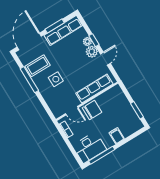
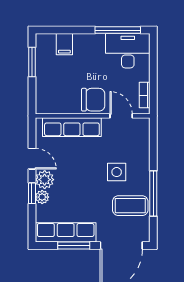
door: (105, 59) -> (32, 159), swing flipped
chair: (92, 110) -> (93, 100), turned 180
filing cabinet: (117, 136) -> (64, 44), moved

